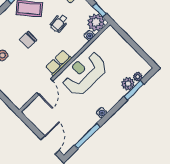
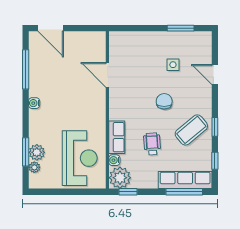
row of seats: (59, 63) -> (117, 137), moved
reception desk: (84, 73) -> (80, 158), moved

